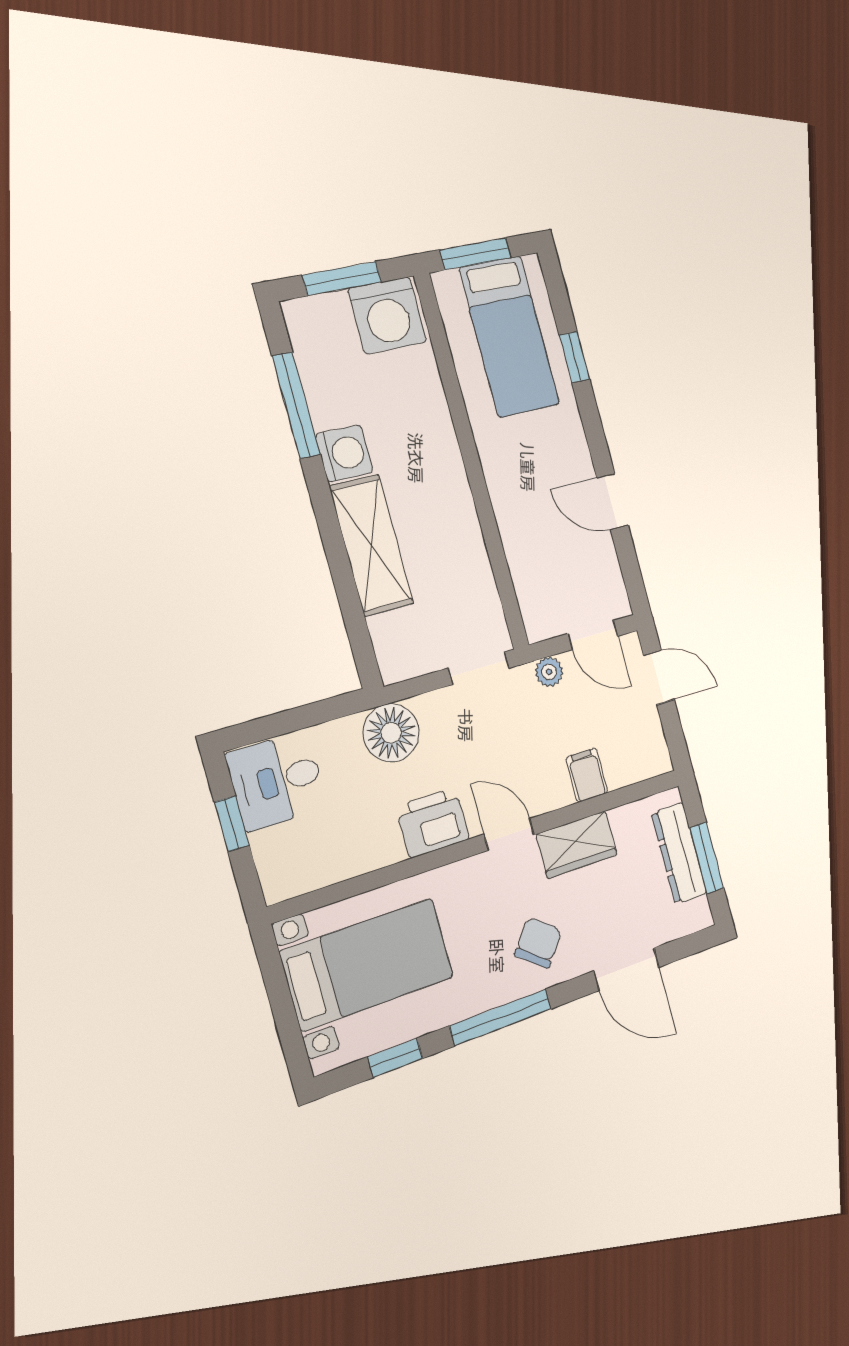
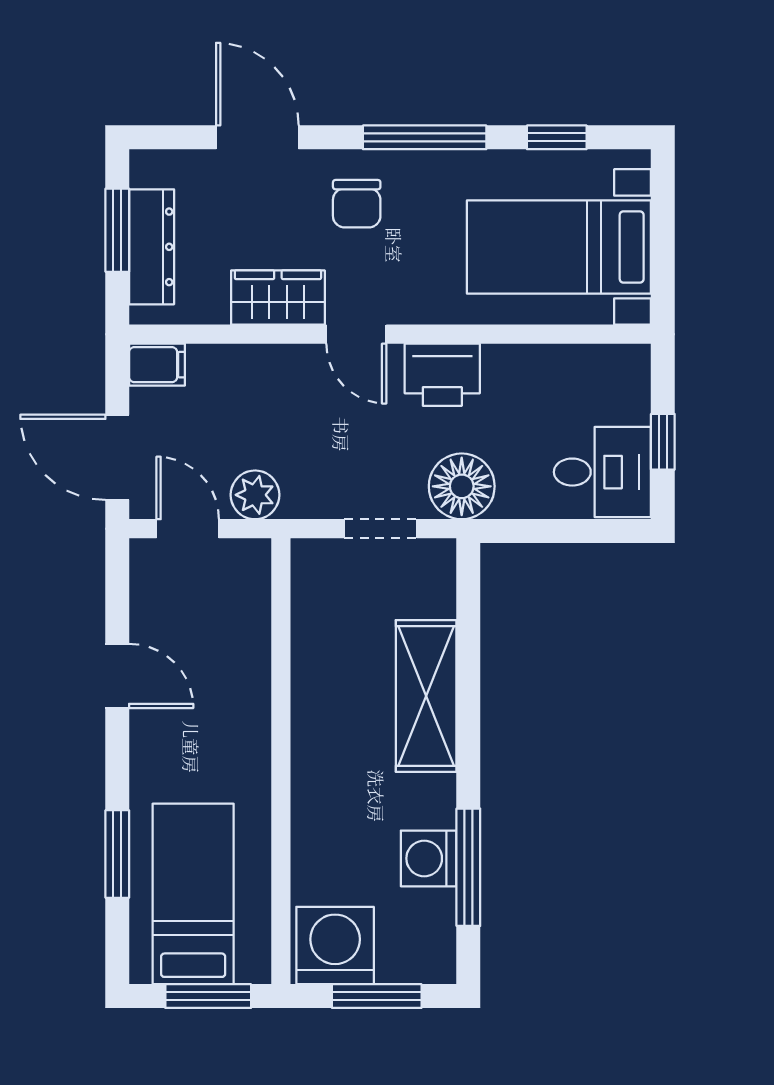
window: (574, 357) -> (117, 854), width x1.50
washing machine: (344, 453) -> (429, 858), moved
doorway: (479, 668) -> (380, 529), moved
plant: (549, 672) -> (255, 495), width x1.38, depth x1.38
door: (659, 677) -> (117, 457), width x1.38
filing cabinet: (587, 775) -> (157, 365), moved, turned -90
chair: (538, 943) -> (357, 204), turned -38

